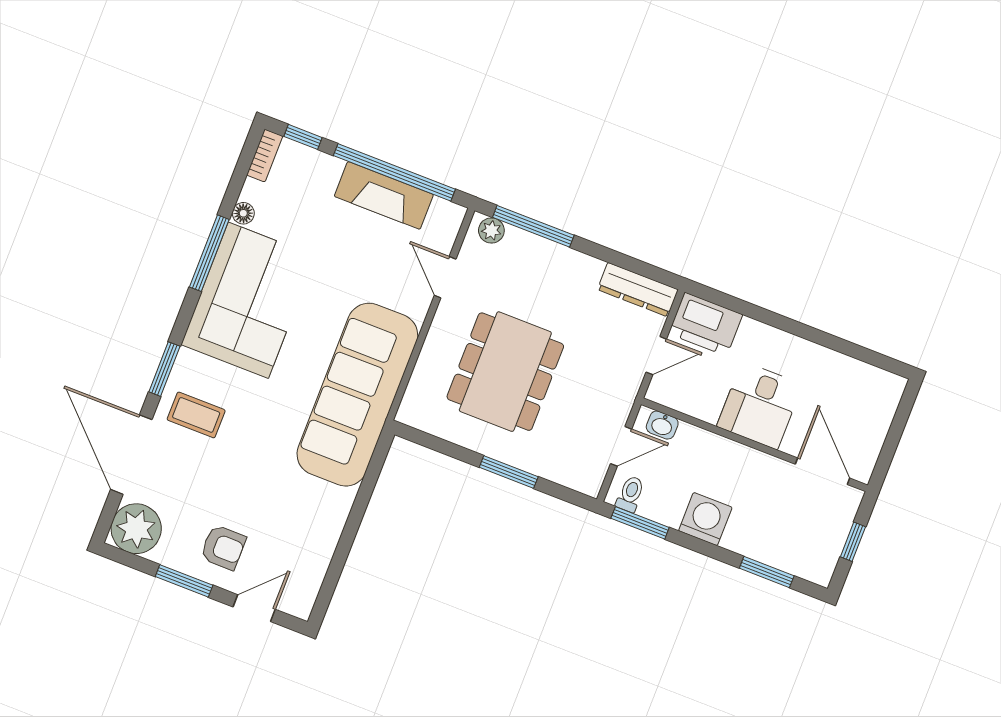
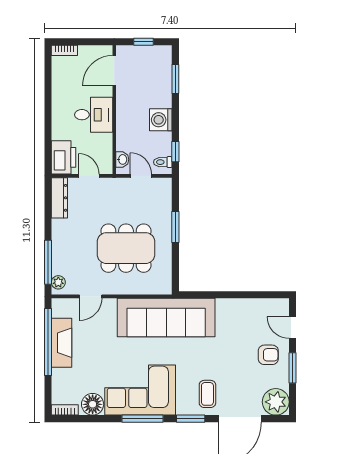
window: (303, 137) -> (48, 394), removed
floor lamp: (243, 213) -> (93, 404), width x1.89, depth x1.89
window: (209, 253) -> (142, 419), moved
bookcase: (892, 398) -> (64, 50), added
window: (640, 523) -> (175, 152), width x0.67
armchair: (223, 547) -> (268, 355), turned 90

